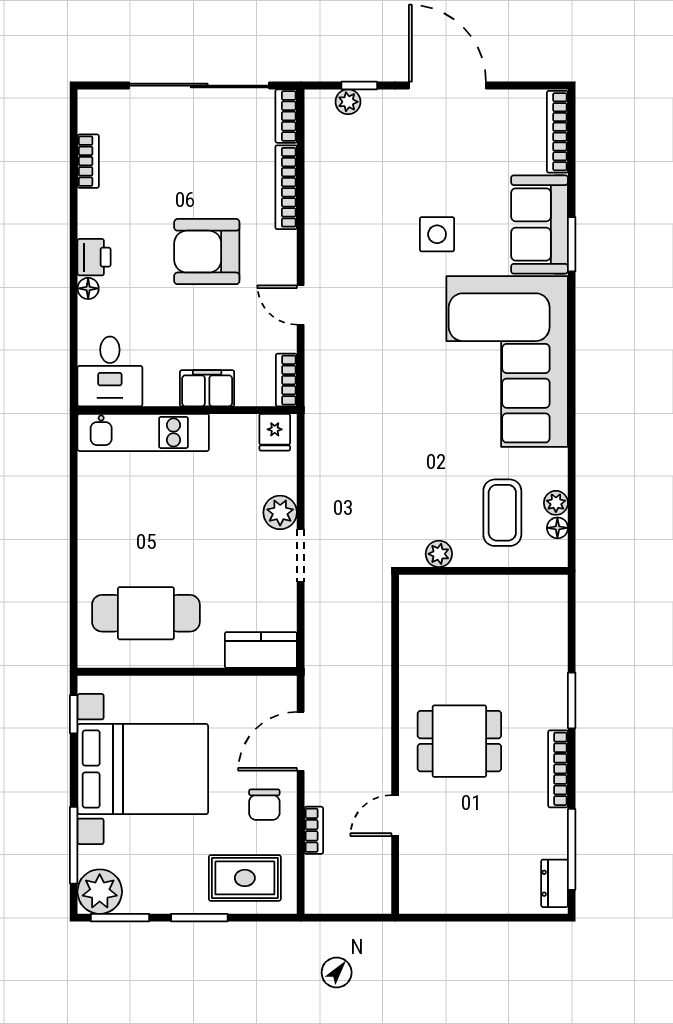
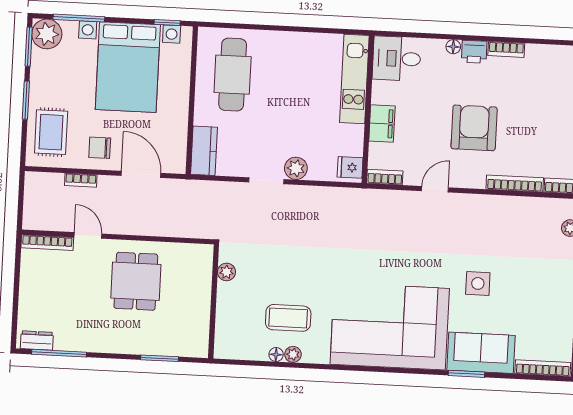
bookcase: (88, 161) -> (506, 49), moved
plant: (439, 554) -> (226, 272), moved
wall: (483, 571) -> (214, 301), moved
bookcase: (558, 769) -> (47, 243), moved, turned 180

